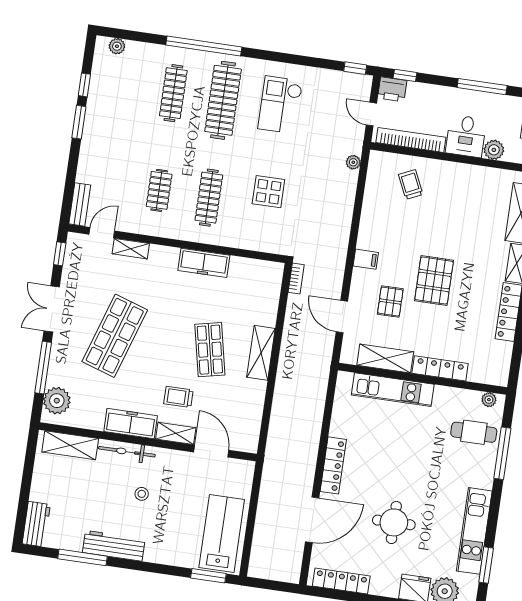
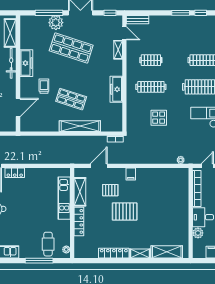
trolley: (411, 185) -> (173, 192), removed
shop shelf: (210, 350) -> (71, 99), turned 30
shelving: (261, 353) -> (80, 126), width x1.47
plant: (57, 401) -> (56, 23), moved
shelving: (176, 433) -> (25, 87), removed
locker: (333, 465) -> (15, 173), width x0.66

